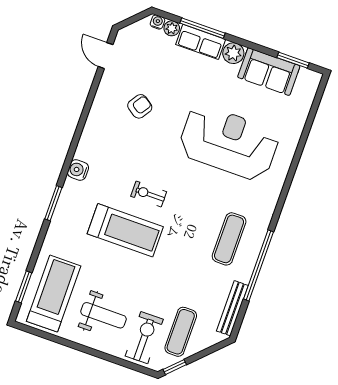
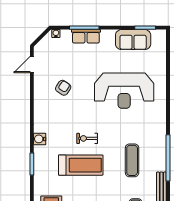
plant: (172, 28) -> (66, 34), removed
plant: (233, 53) -> (108, 36), removed
door: (106, 56) -> (32, 65), hinge flipped
reception desk: (229, 143) -> (124, 91), turned 180
exercise mat: (229, 239) -> (132, 160), moved

